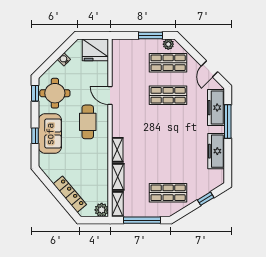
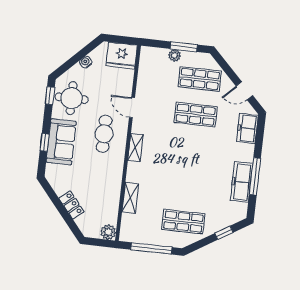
plant: (168, 44) -> (175, 55), moved
door: (209, 69) -> (244, 91), hinge flipped
freezer: (216, 108) -> (247, 128), width x0.71
window: (228, 122) -> (255, 176), moved
shelving: (117, 150) -> (135, 148), moved
locker: (70, 194) -> (71, 205), width x0.66
shelving: (117, 204) -> (126, 228), removed

